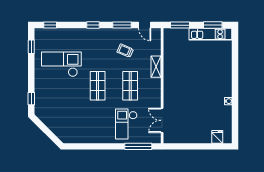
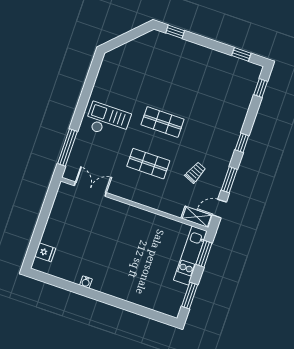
kitchen unit: (210, 34) -> (190, 255), moved
checkout: (61, 64) -> (206, 85), removed
shelving: (156, 67) -> (197, 217), moved
checkout: (126, 124) -> (108, 121), moved

